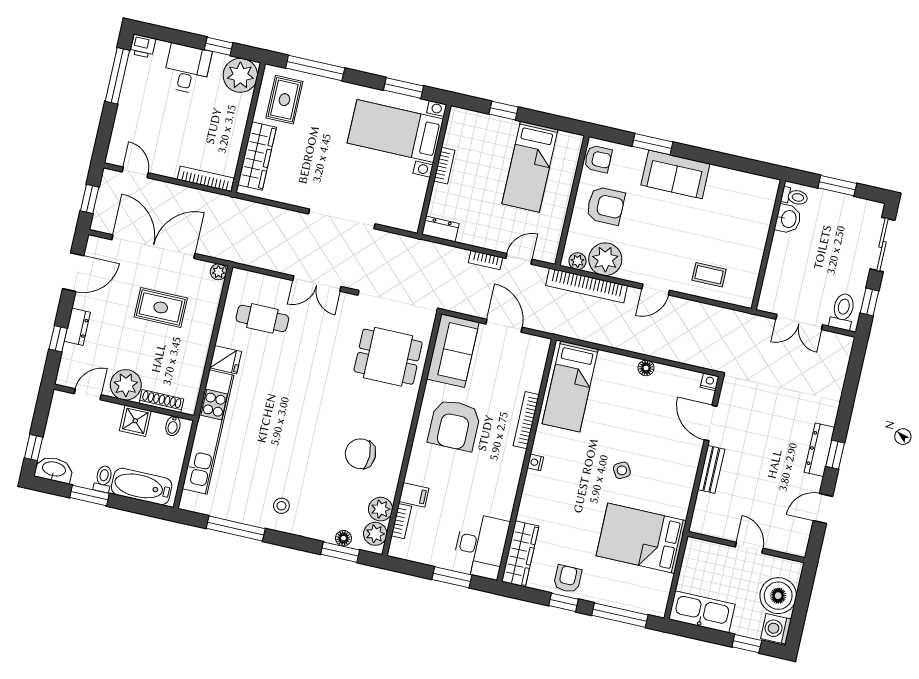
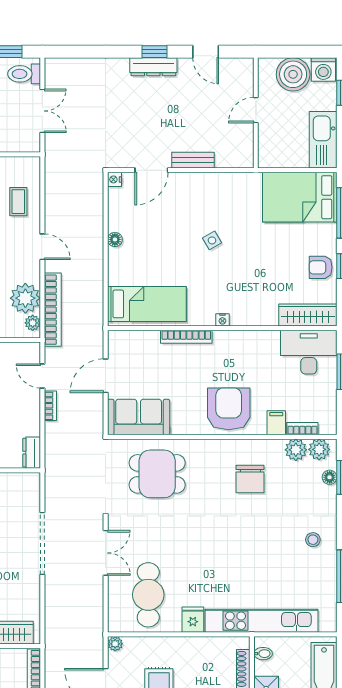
cafe table: (262, 318) -> (148, 595), width x1.37, depth x1.35
dining table: (388, 357) -> (157, 474), turned 90
armchair: (454, 425) -> (229, 409), moved, turned -90
bed: (641, 538) -> (300, 197), moved, turned 90

